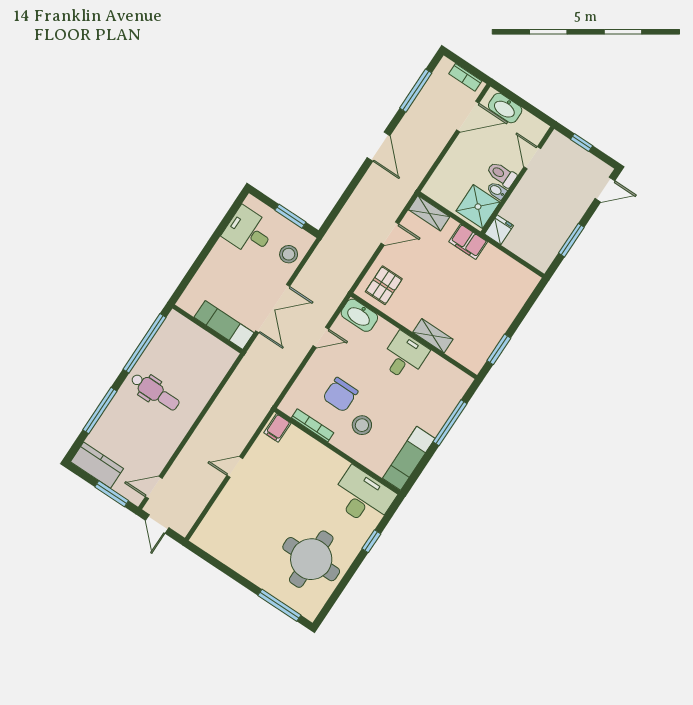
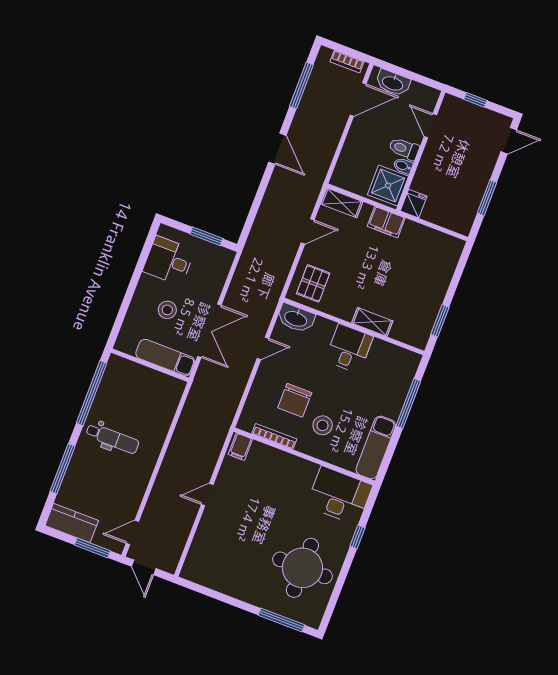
stool: (289, 254) -> (167, 310), moved

